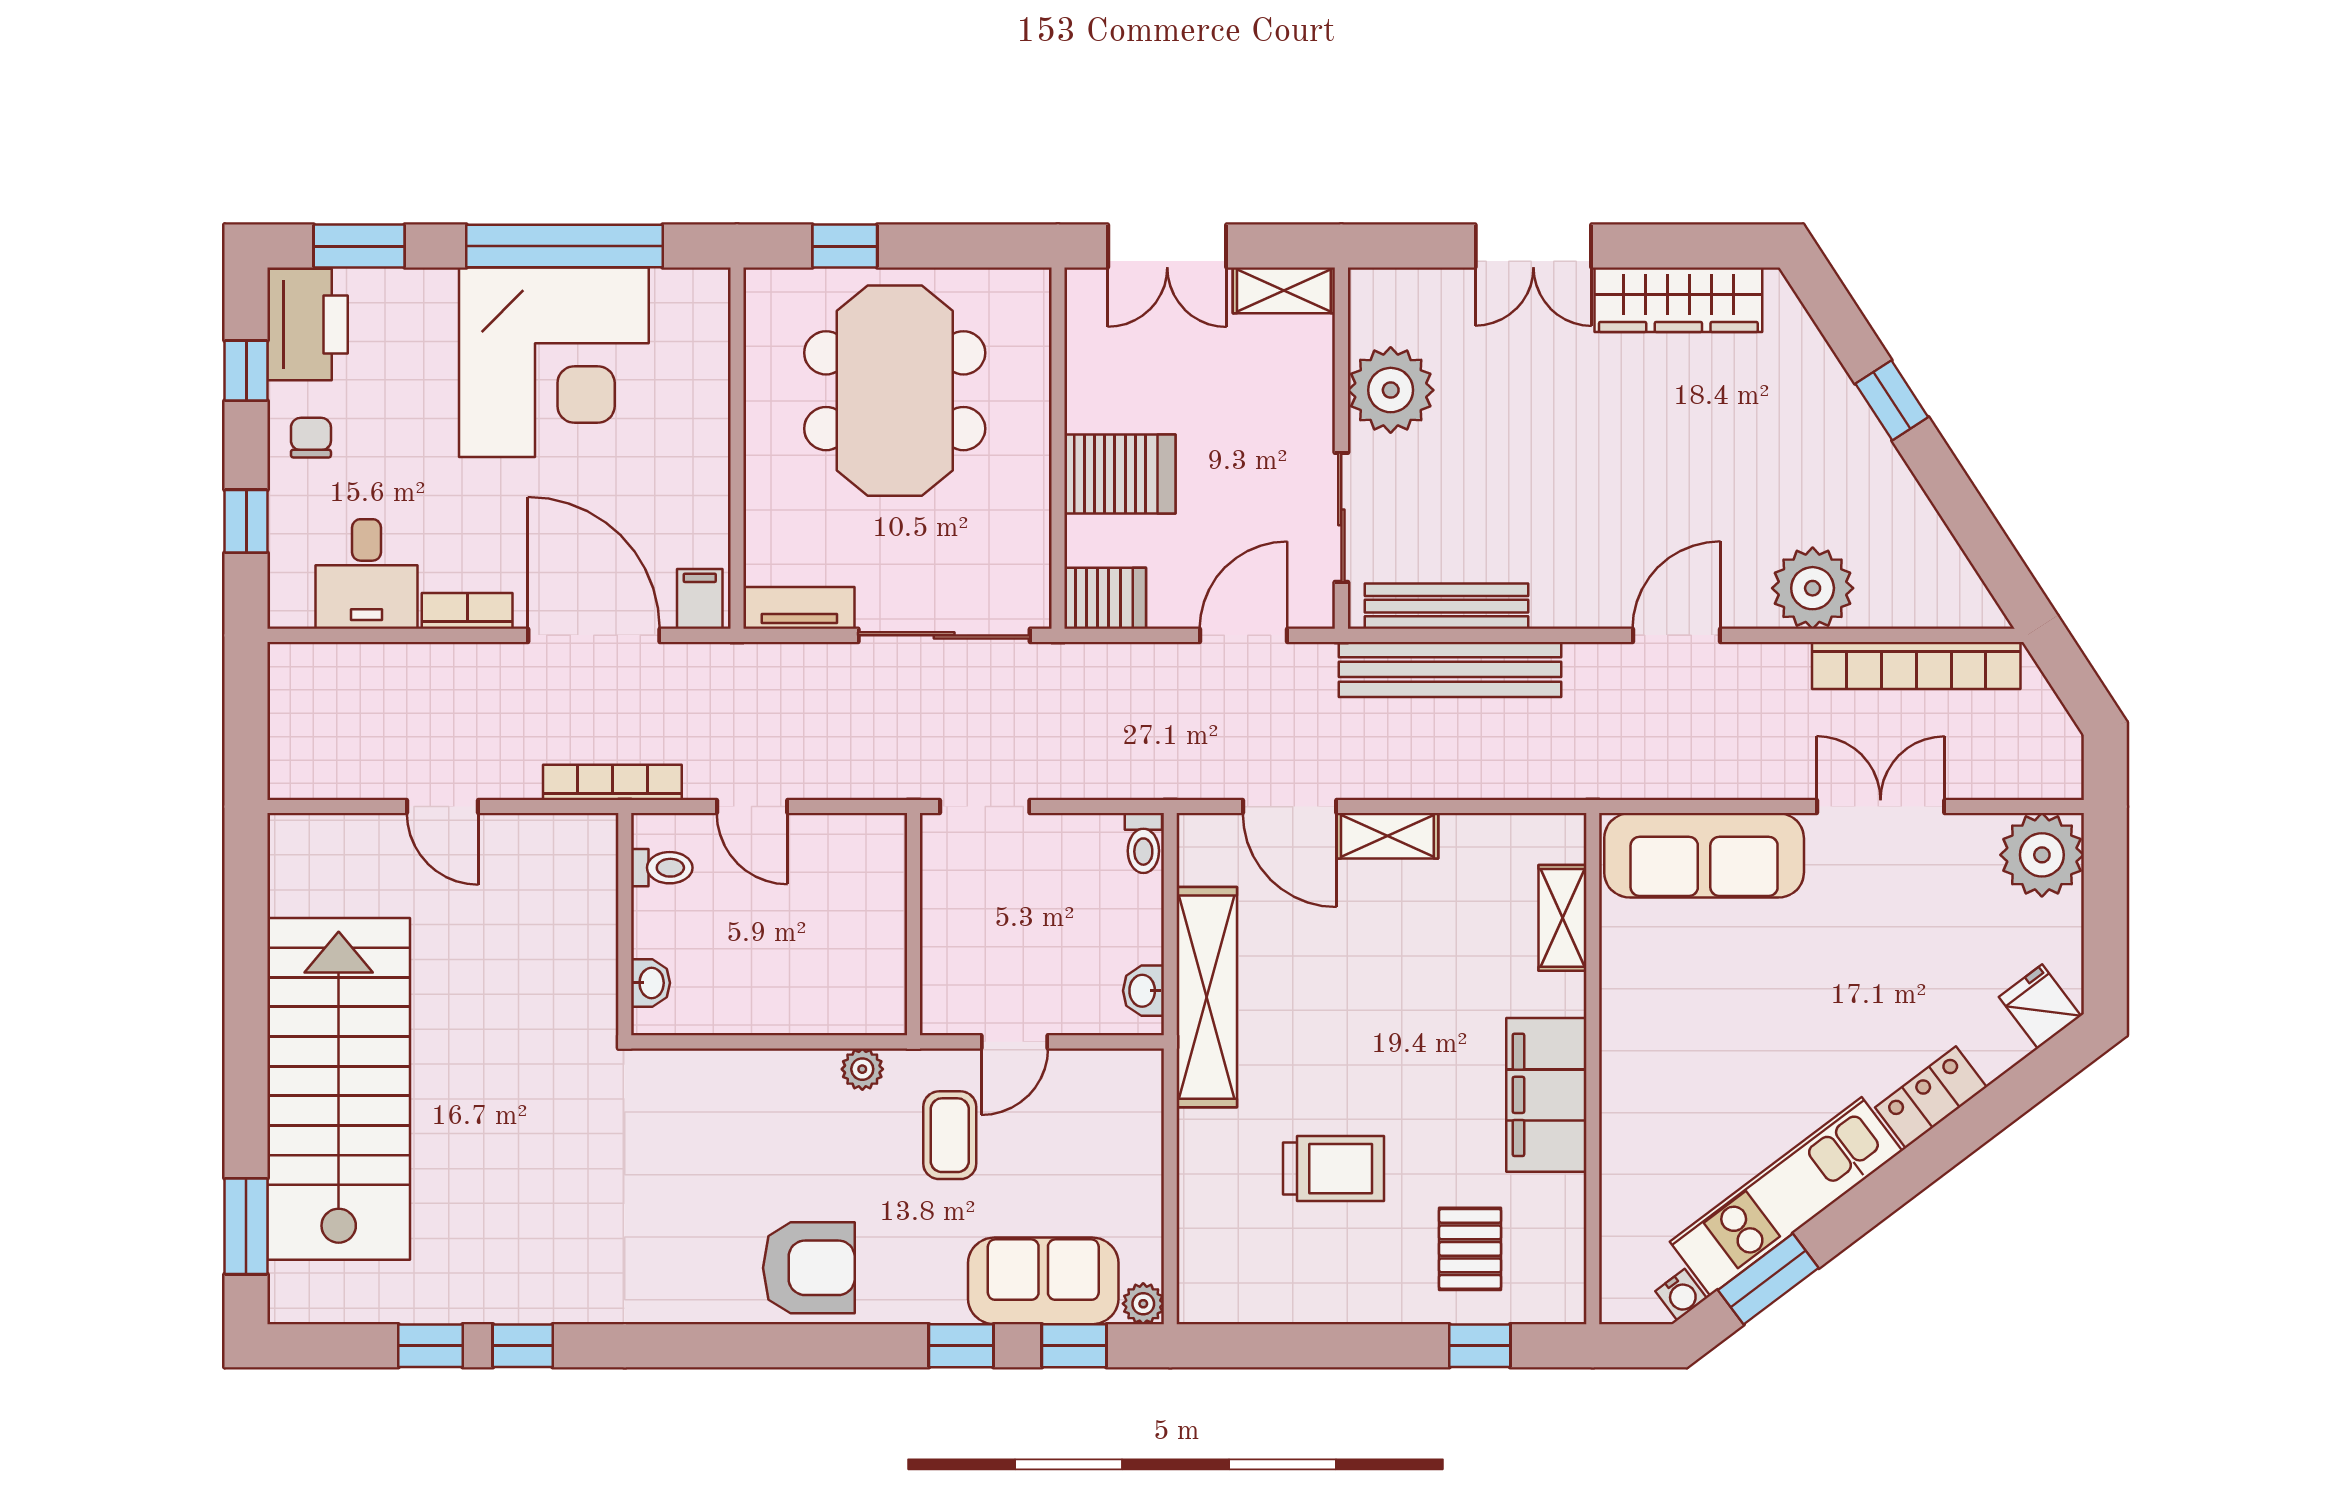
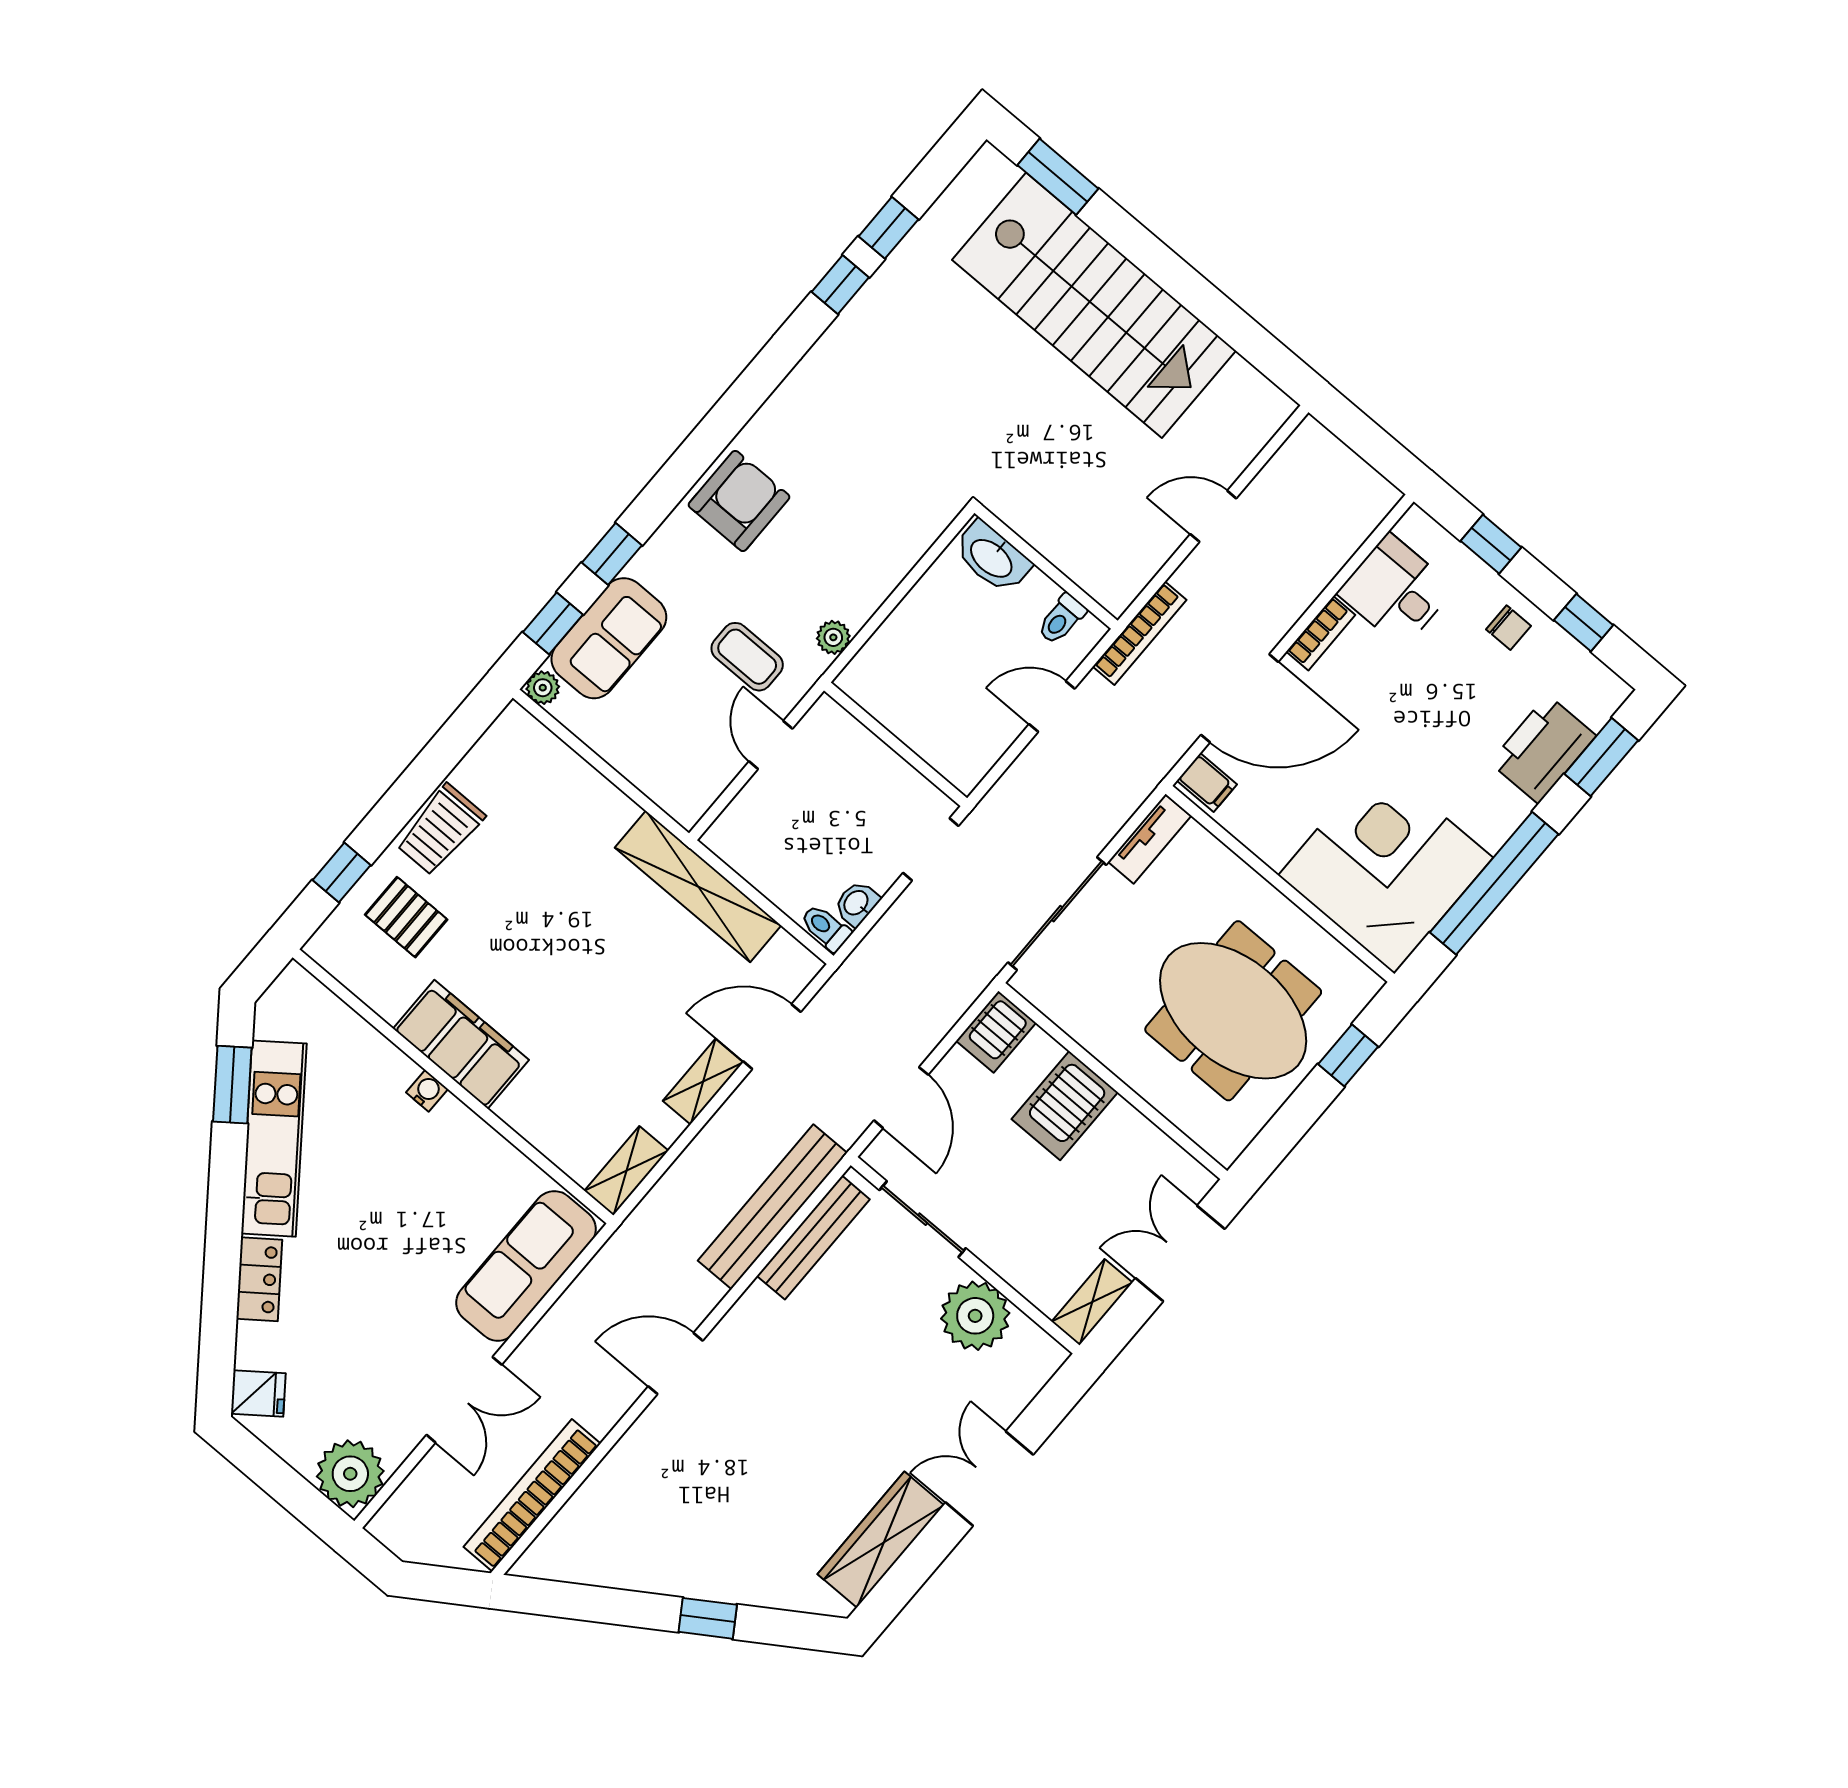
printer: (308, 324) -> (1543, 749), moved, turned 90
corner desk: (554, 362) -> (1386, 866), moved, turned 90
plant: (1813, 588) -> (634, 1472), removed
door: (1676, 635) -> (676, 1364), swing flipped
shelving: (1563, 918) -> (626, 1171), moved, turned 90
washbasin: (650, 983) -> (992, 557), width x1.91, depth x1.45
washbasin: (1143, 991) -> (857, 903), moved, turned -90
trolley: (1333, 1169) -> (440, 830), moved
armchair: (809, 1268) -> (739, 501), turned 180
water cooler: (1681, 1295) -> (427, 1091), moved, turned 127

